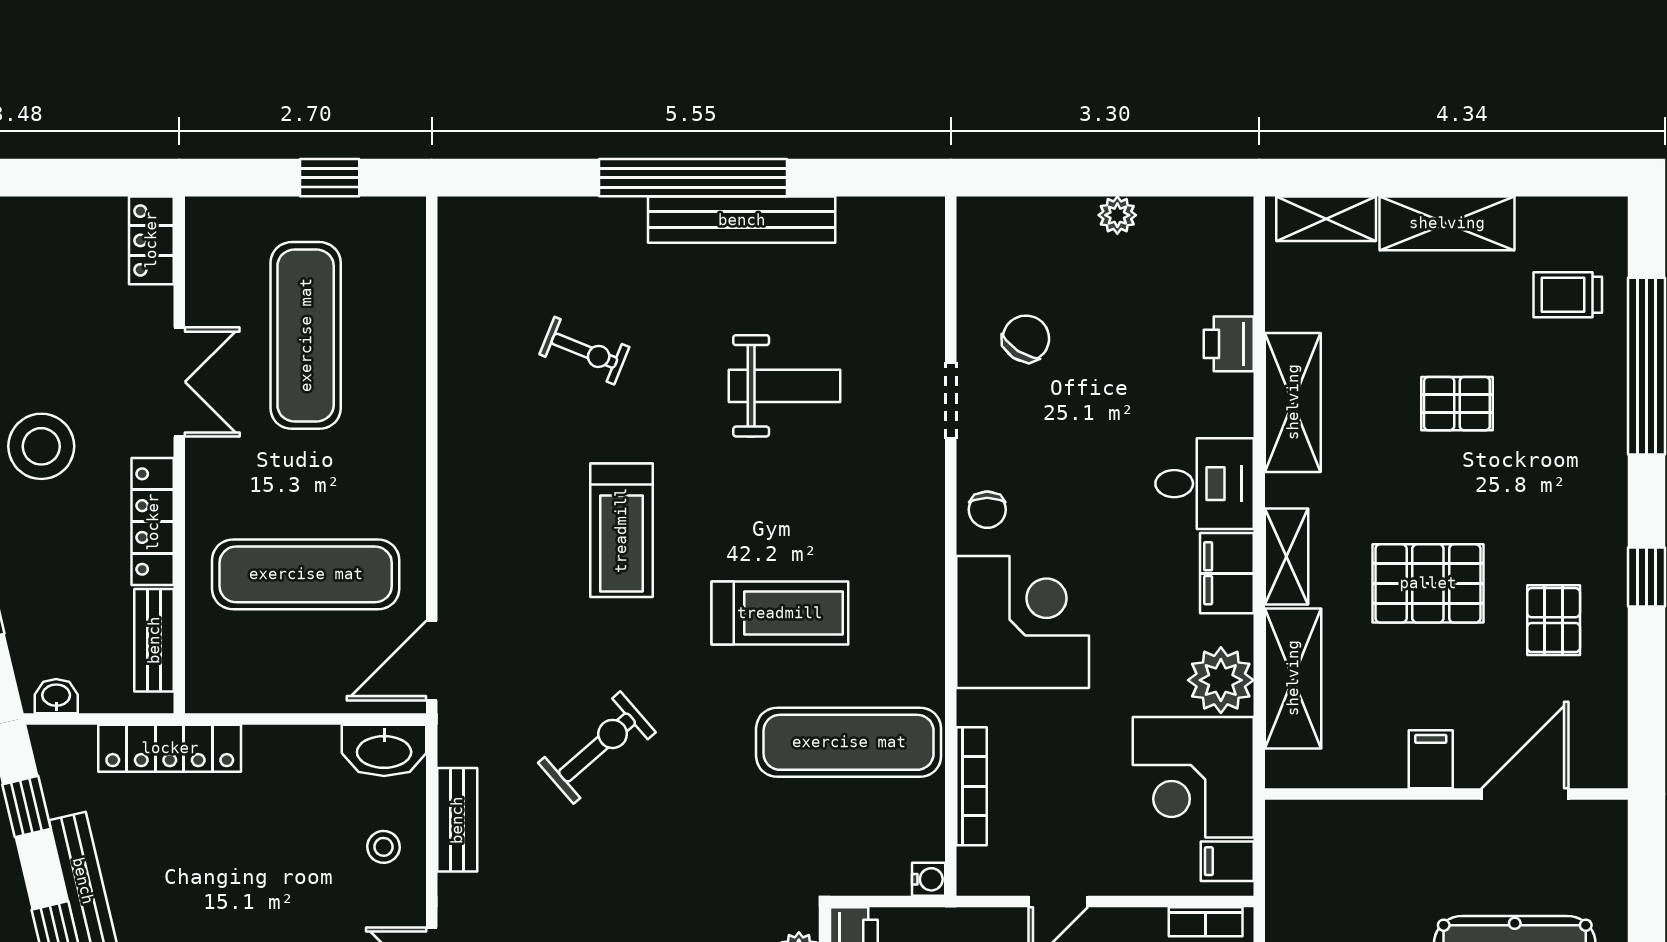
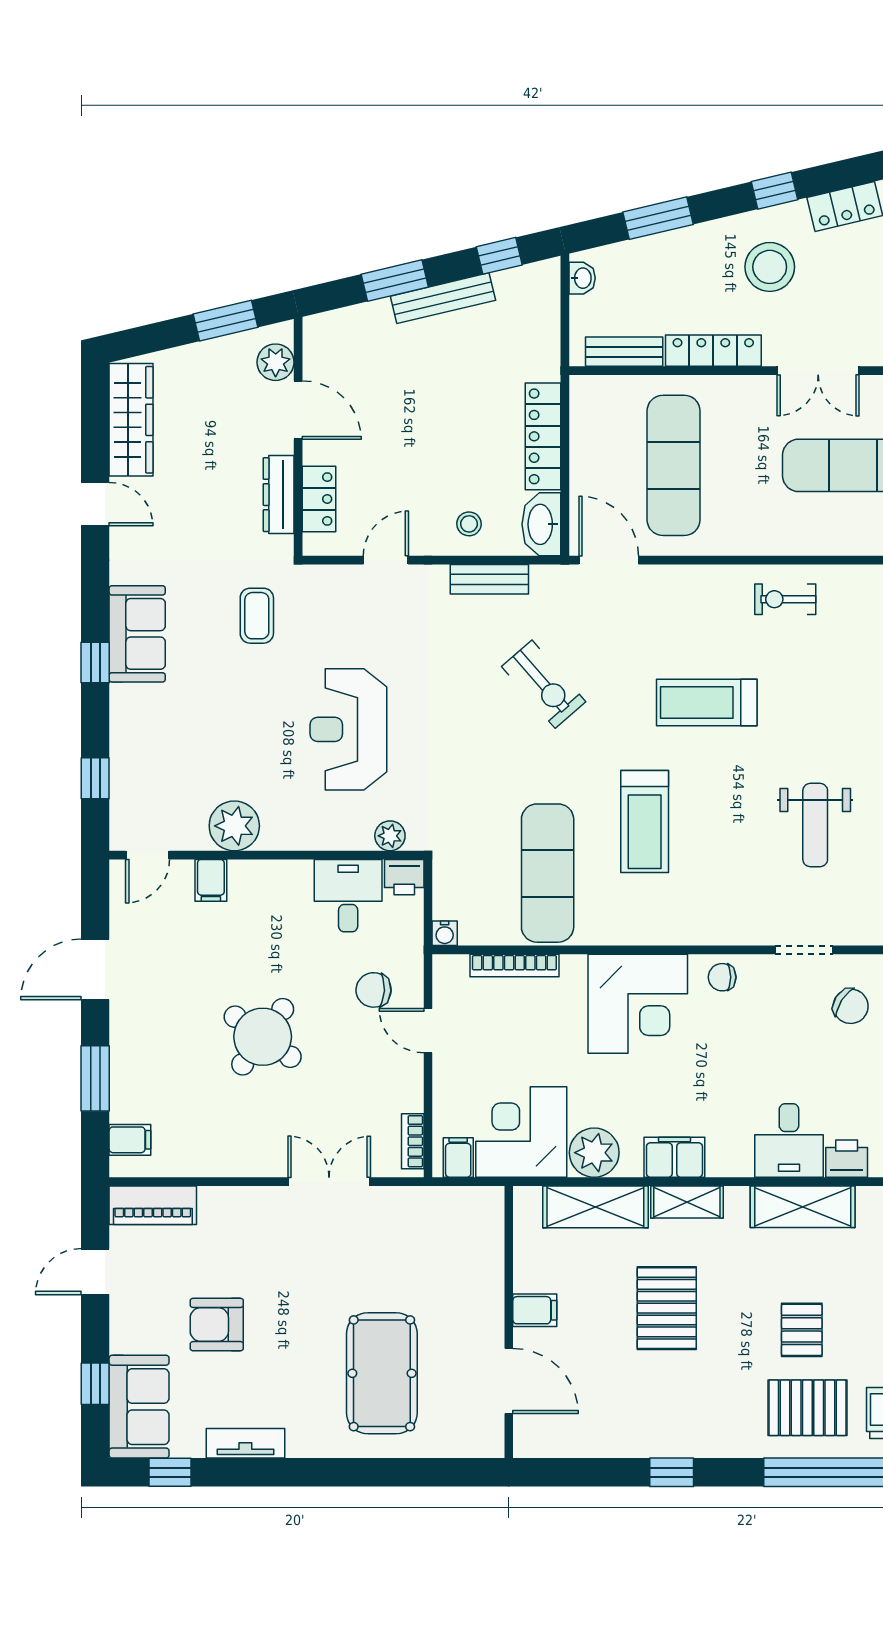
exercise bike: (584, 351) -> (785, 599), moved, turned 68
desk: (1205, 484) -> (789, 1140), moved
pallet: (1554, 620) -> (807, 1408), moved, width x1.50, depth x1.42
locker: (170, 748) -> (543, 436), moved

